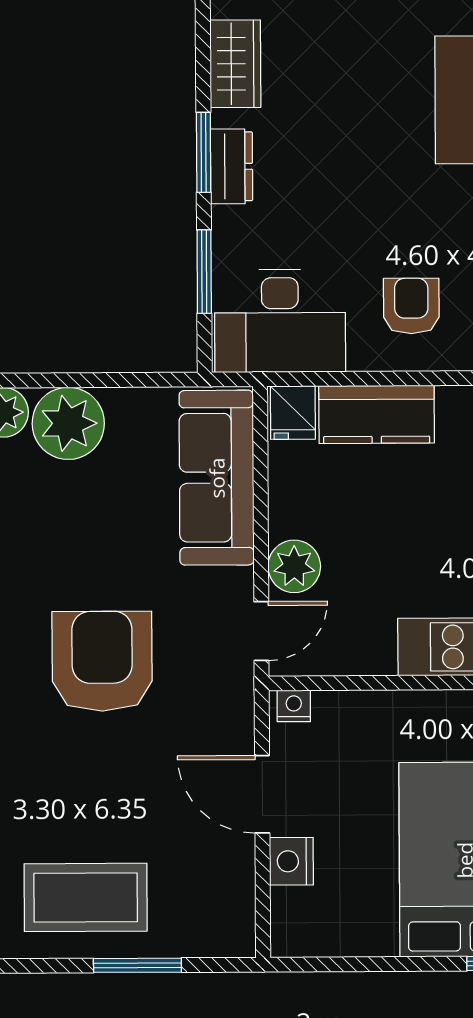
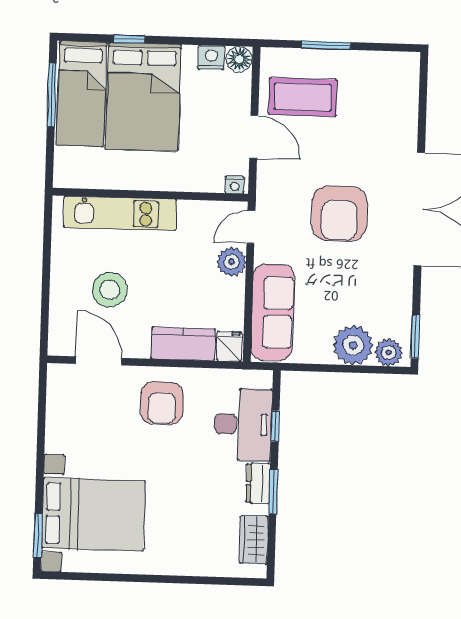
window: (204, 272) -> (275, 426), width x0.67
armchair: (411, 306) -> (162, 403), width x1.38, depth x1.38
desk: (280, 321) -> (243, 424), moved, turned 90
nightstand: (291, 861) -> (211, 57), moved, turned -90
coffee table: (86, 897) -> (303, 97), moved
floor lamp: (294, 934) -> (239, 59), added

